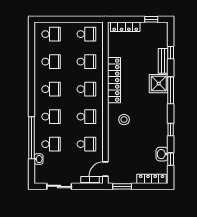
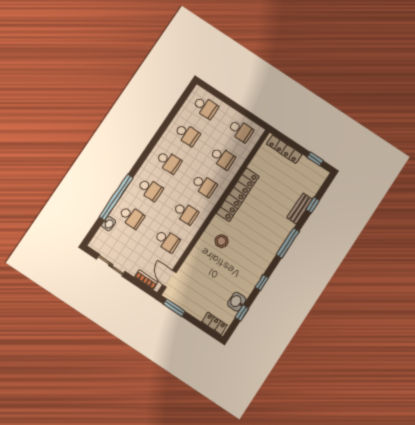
shower: (159, 84) -> (280, 228), removed
door: (105, 169) -> (169, 279), hinge flipped
locker: (152, 179) -> (214, 323), width x0.66

